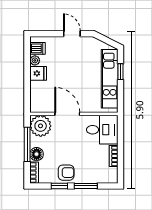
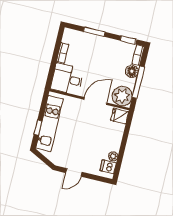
door: (72, 34) -> (74, 172), hinge flipped
fridge: (38, 73) -> (120, 116), moved
door: (67, 114) -> (95, 101), swing flipped
armchair: (66, 173) -> (109, 48), removed
window: (59, 186) -> (128, 40), moved

